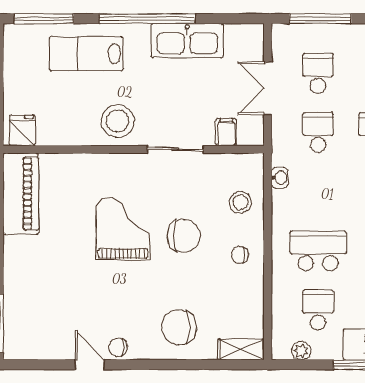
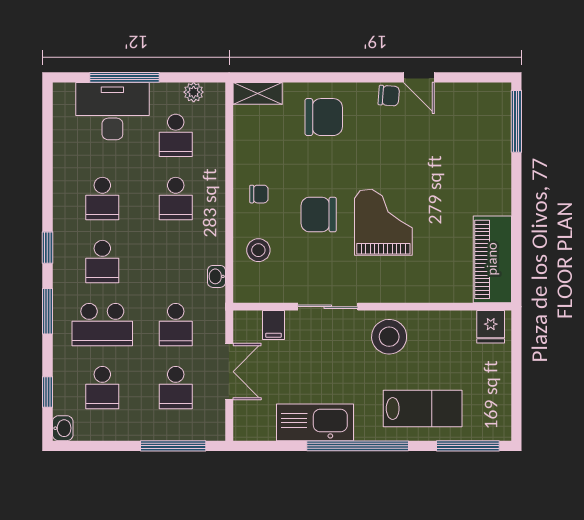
grand piano: (123, 229) -> (383, 222), turned 180
school desk: (318, 251) -> (176, 198), width x0.54

